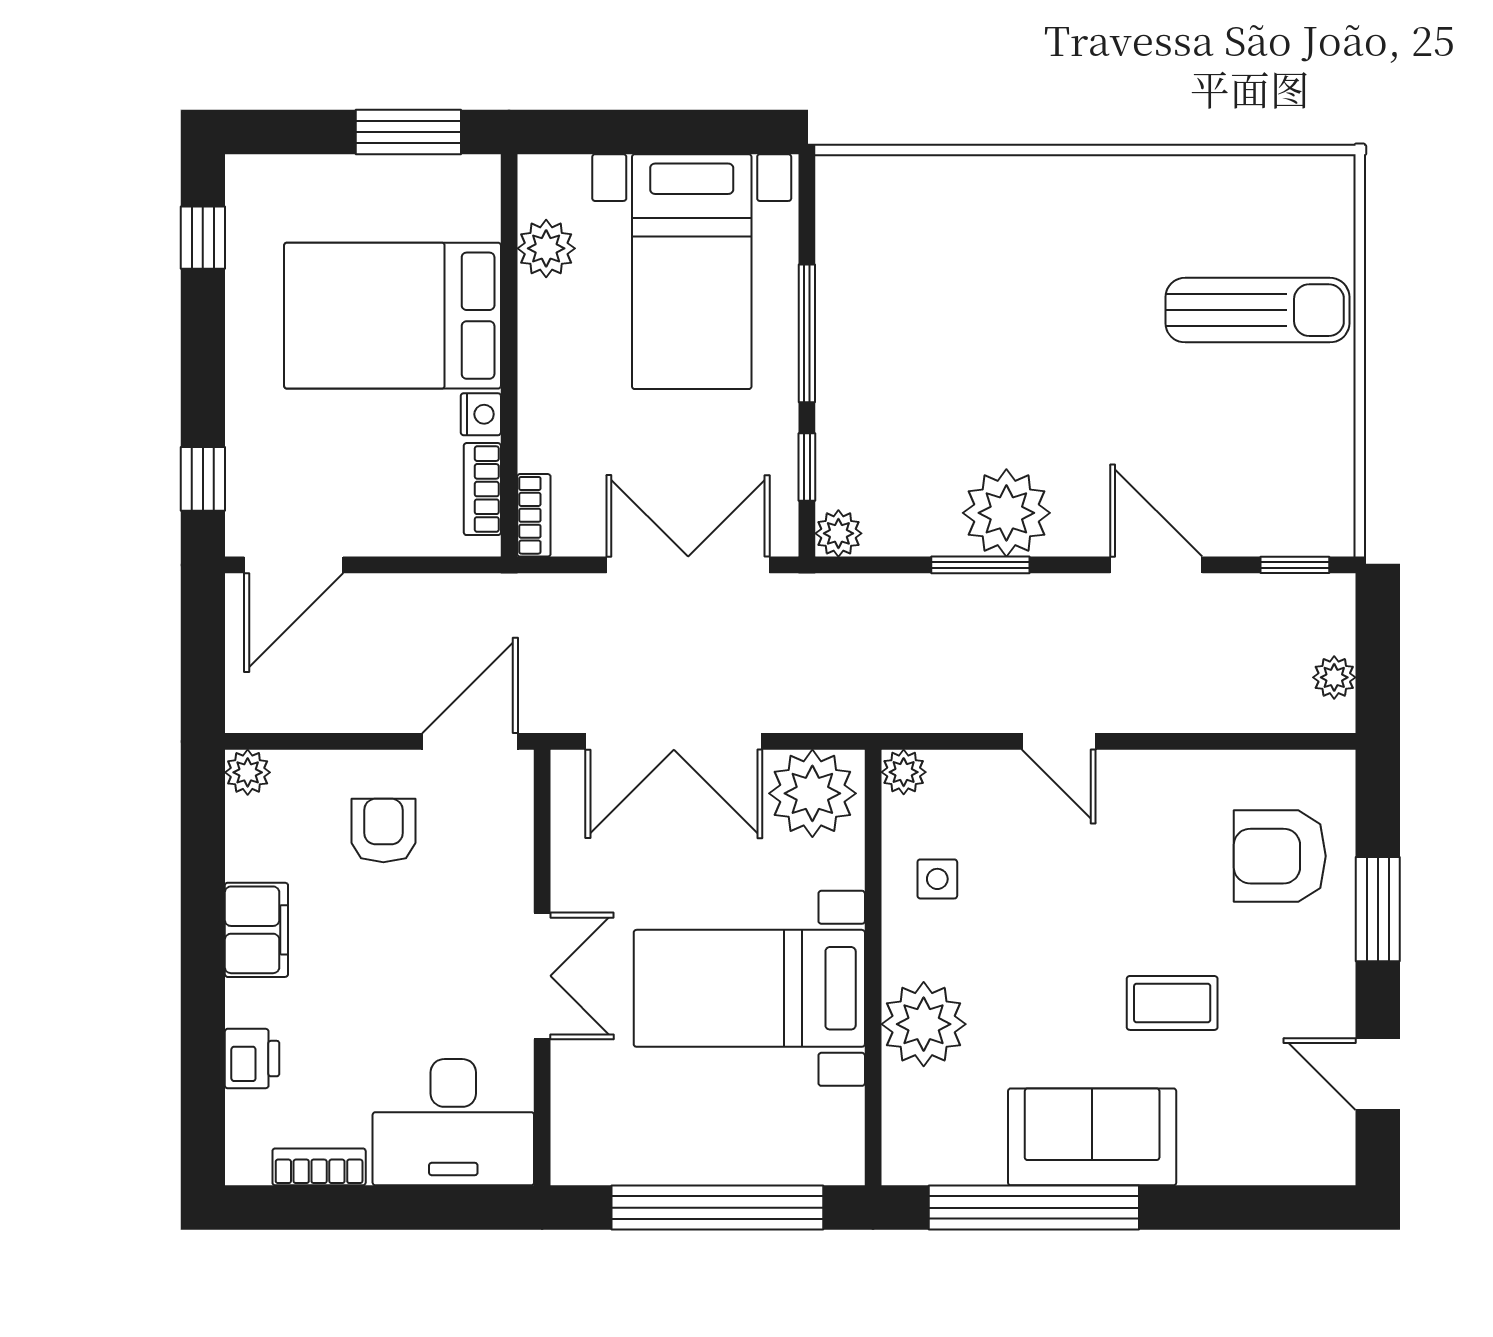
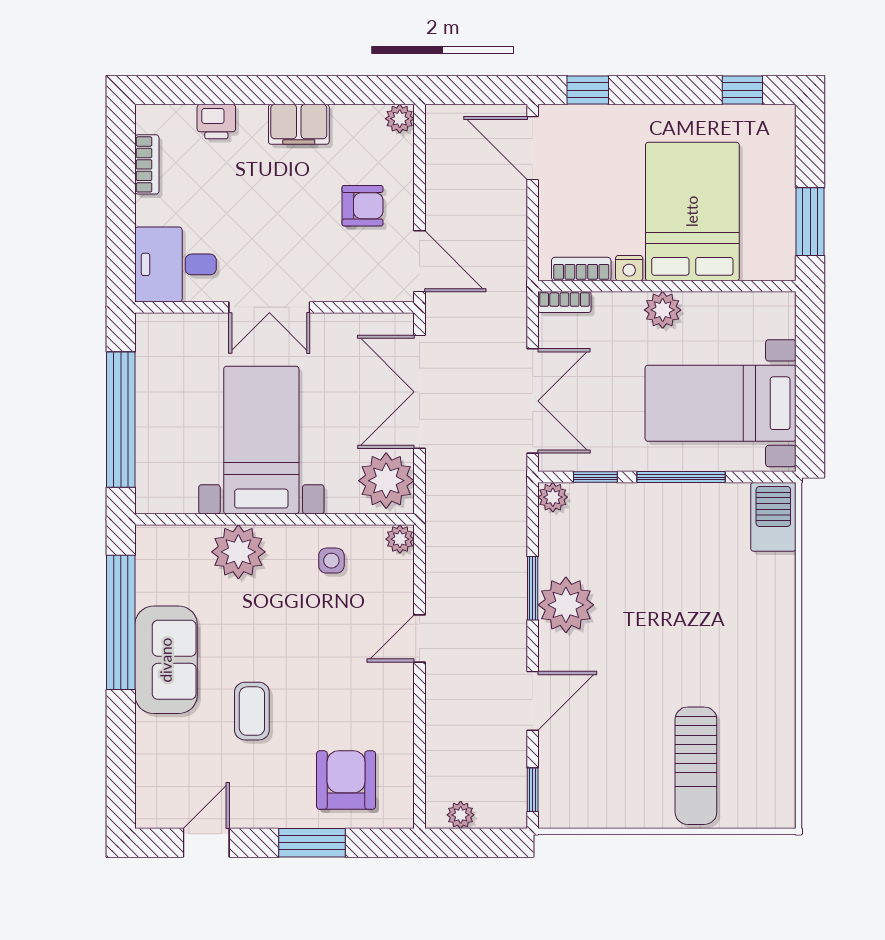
barbecue: (869, 189) -> (773, 517), added
plant: (546, 248) -> (663, 310), moved
desk: (453, 1122) -> (176, 264), width x0.73

